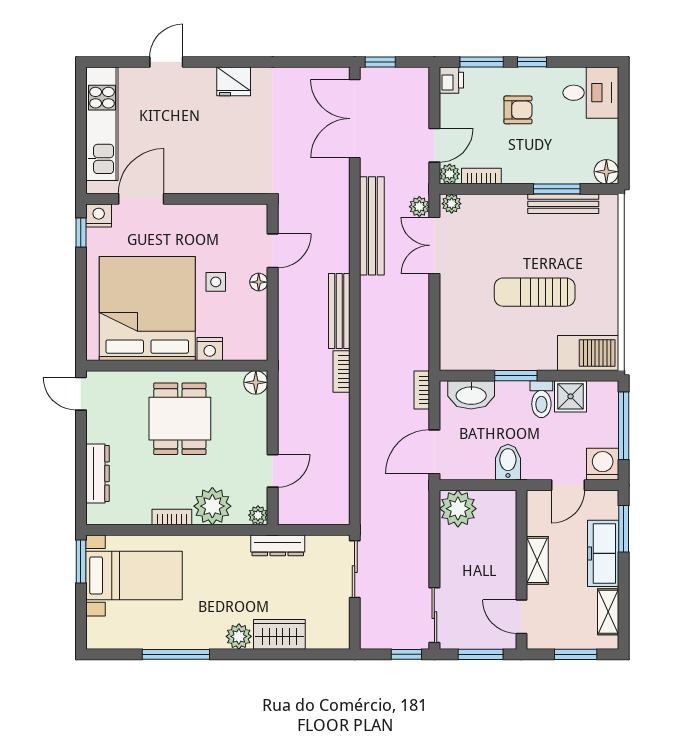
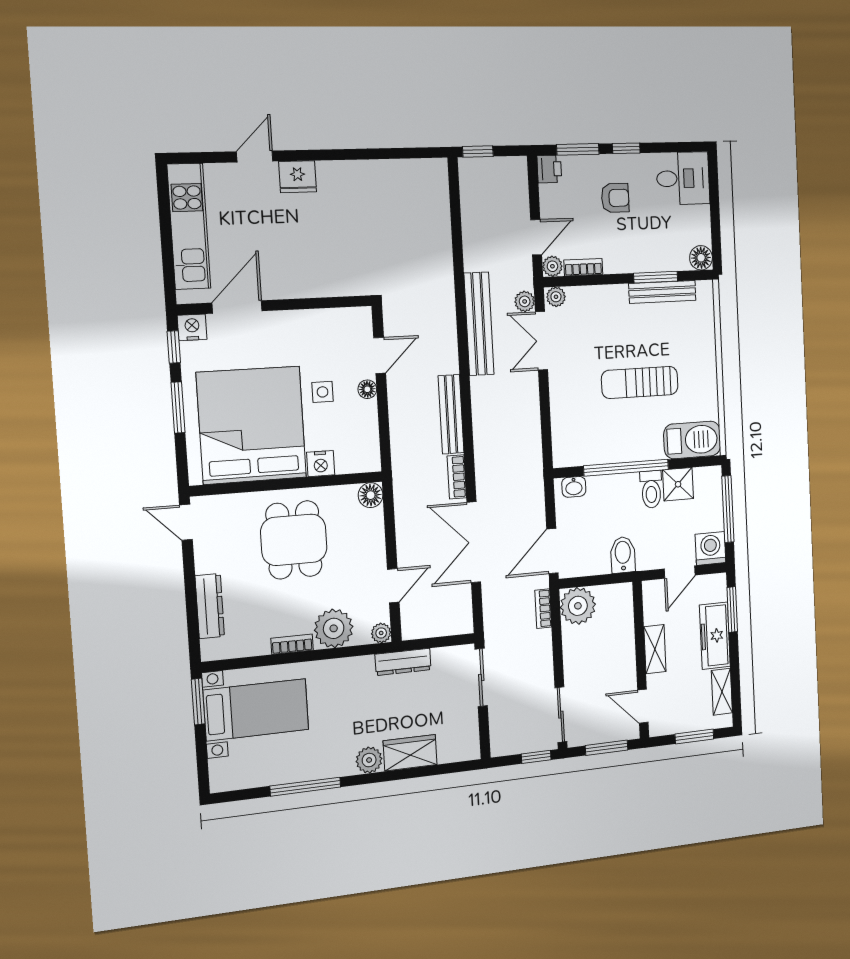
fridge: (234, 81) -> (298, 177), moved
double door: (355, 119) -> (474, 542), moved
window: (81, 288) -> (178, 408), added
window: (516, 376) -> (626, 468), width x2.11
bookcase: (422, 390) -> (543, 609), moved
washbasin: (471, 395) -> (574, 487), width x0.52, depth x0.69

